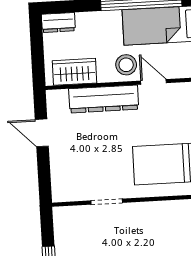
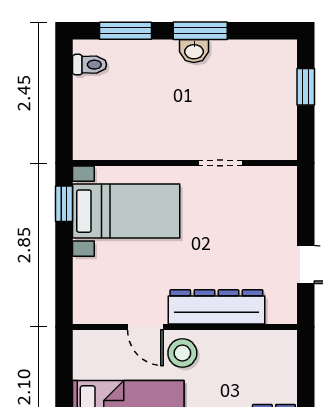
wardrobe: (74, 72) -> (255, 347), removed

